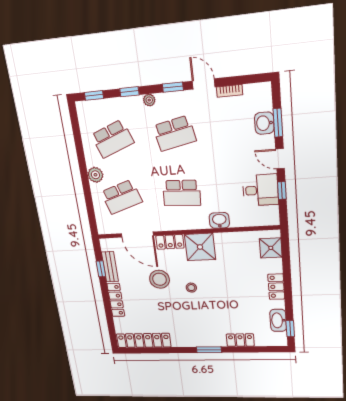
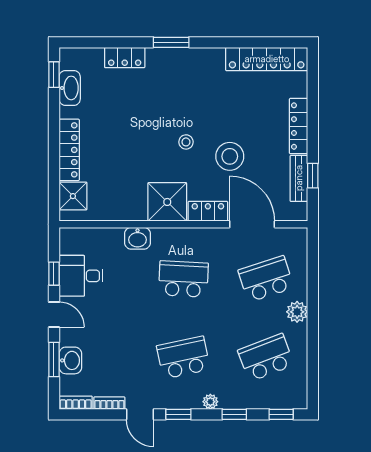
bookcase: (257, 88) -> (76, 403), added
locker: (276, 287) -> (69, 150), width x1.53

